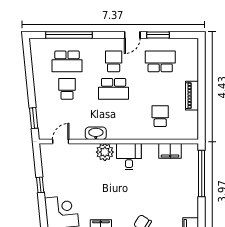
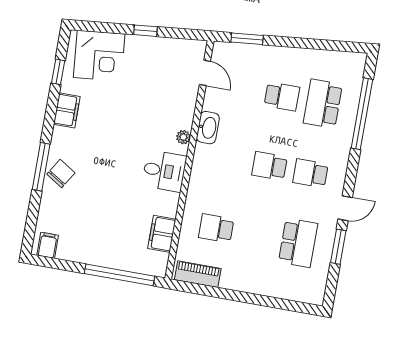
door: (132, 35) -> (345, 208), swing flipped
school desk: (114, 61) -> (310, 173), turned 180
school desk: (114, 89) -> (270, 166), width x0.54
piano: (192, 96) -> (198, 274), moved
school desk: (160, 116) -> (216, 228), turned 180
plant: (105, 152) -> (183, 137), width x0.53, depth x0.53

